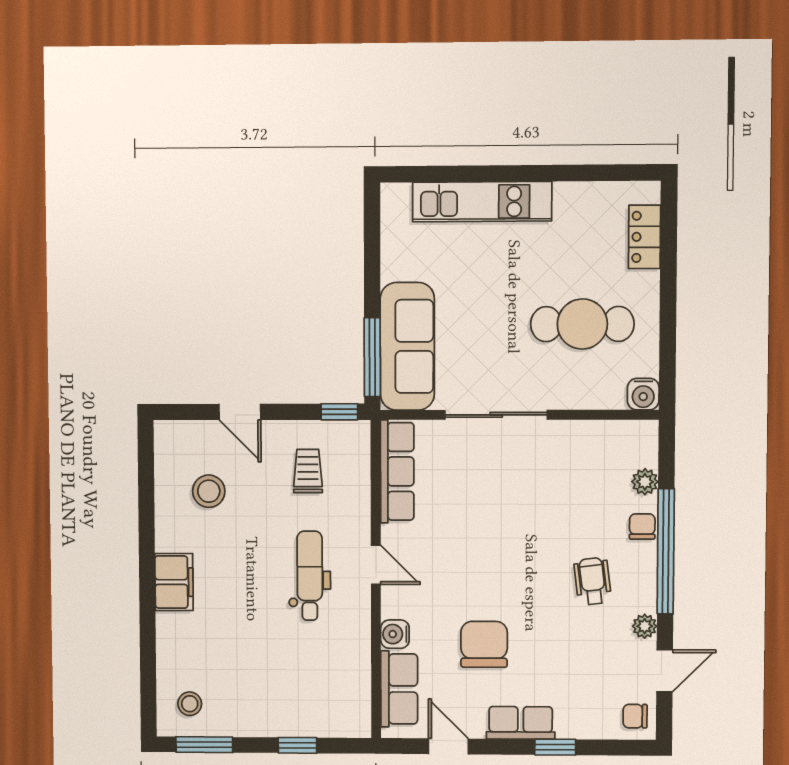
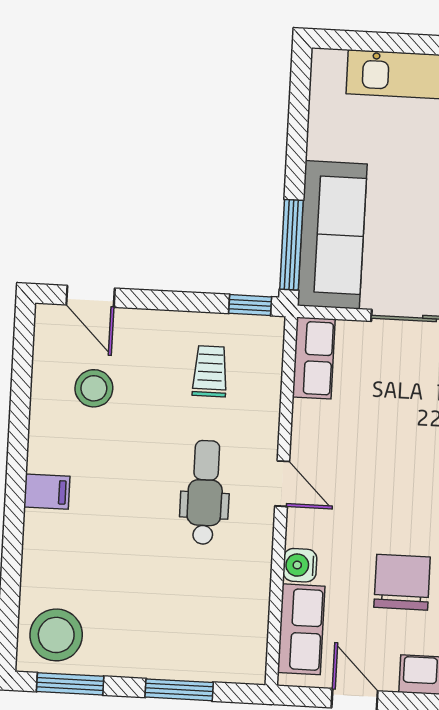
door: (240, 412) -> (90, 296), moved
row of seats: (397, 471) -> (314, 358), width x0.68
filing cabinet: (174, 582) -> (47, 492), width x0.50
stool: (190, 704) -> (56, 635), width x1.89, depth x1.89
window: (297, 745) -> (179, 690), width x1.50

